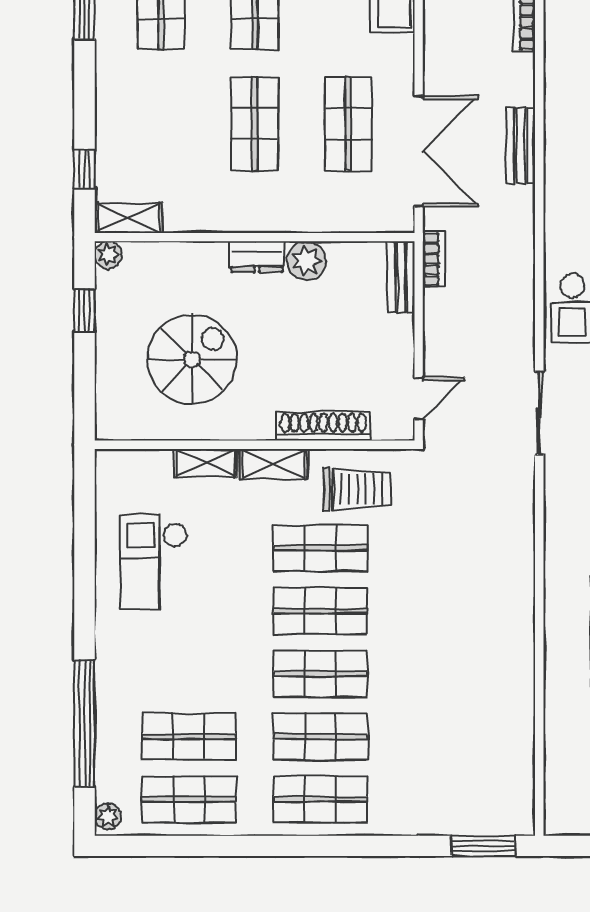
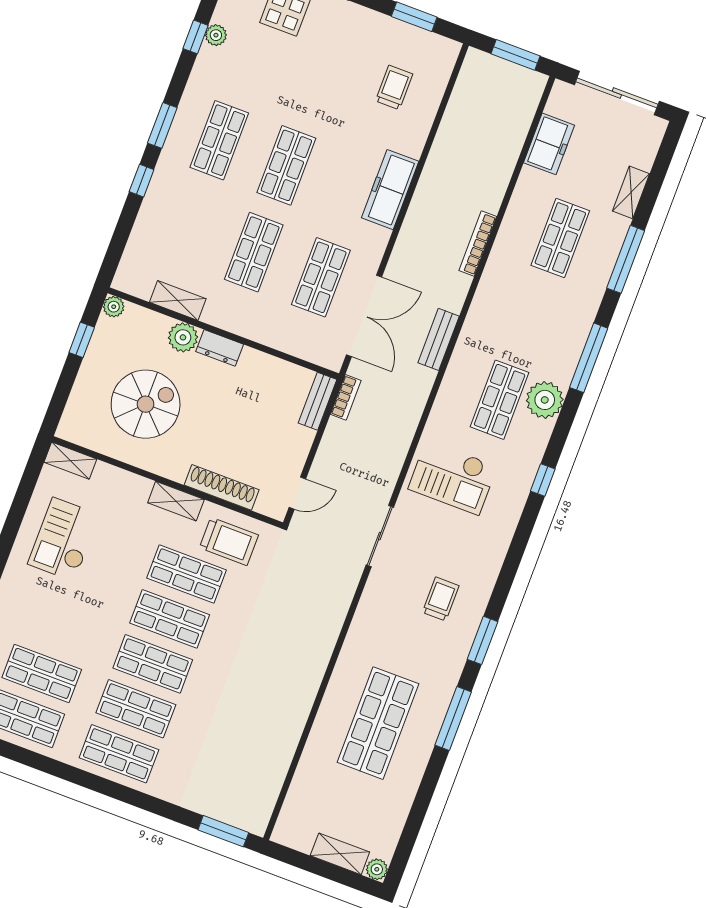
window: (84, 169) -> (142, 181), moved
shelving: (128, 218) -> (178, 301), moved
plant: (306, 261) -> (183, 337), moved
shelving: (206, 463) -> (70, 461), moved

